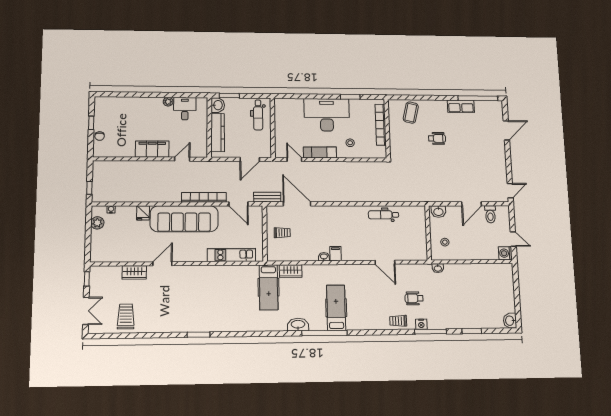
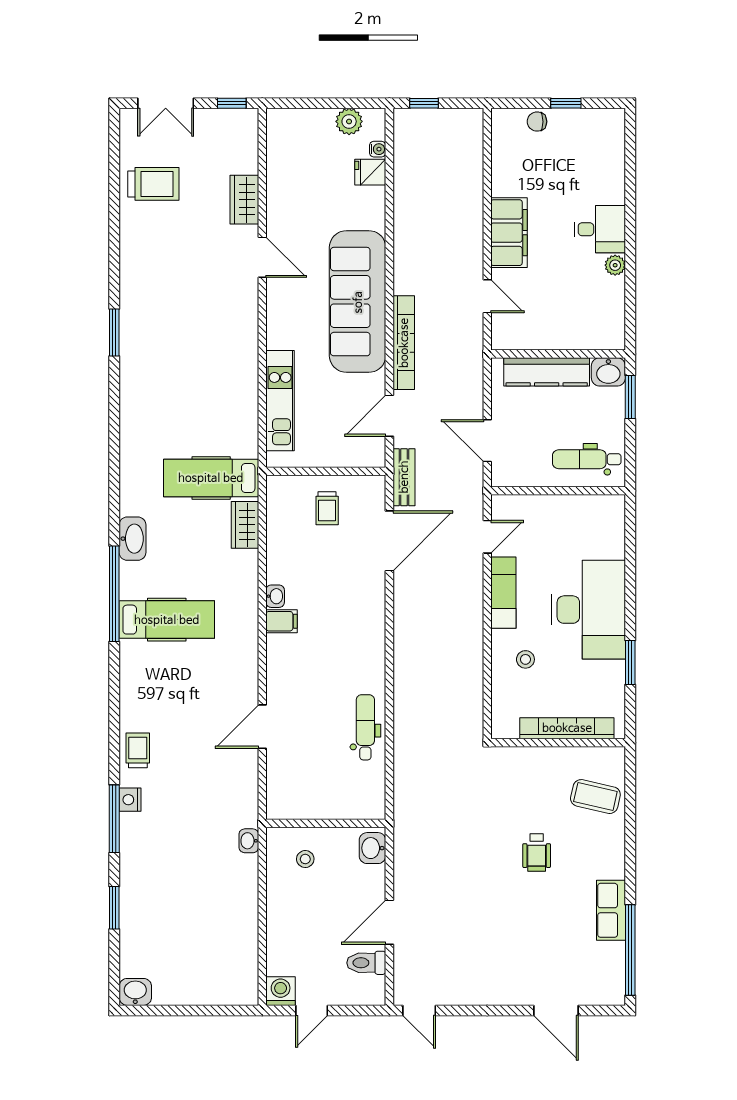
desk: (185, 109) -> (600, 229), moved
door: (471, 204) -> (389, 922), hinge flipped
fridge: (143, 213) -> (370, 172), moved
wheelchair: (414, 298) -> (185, 787), removed

